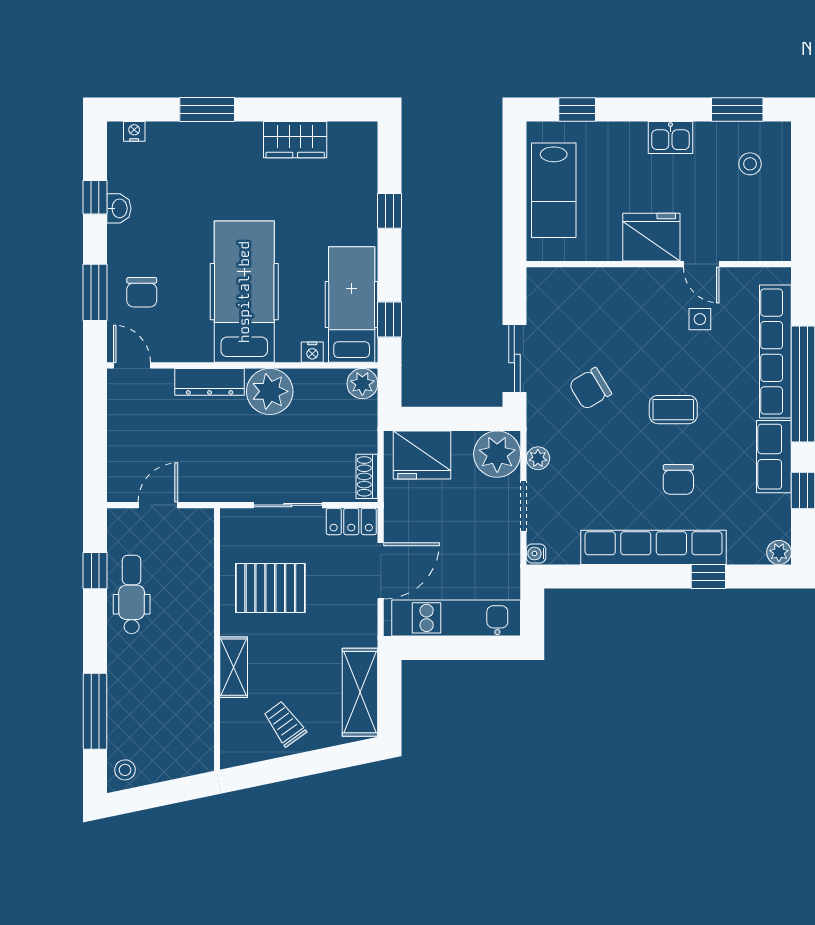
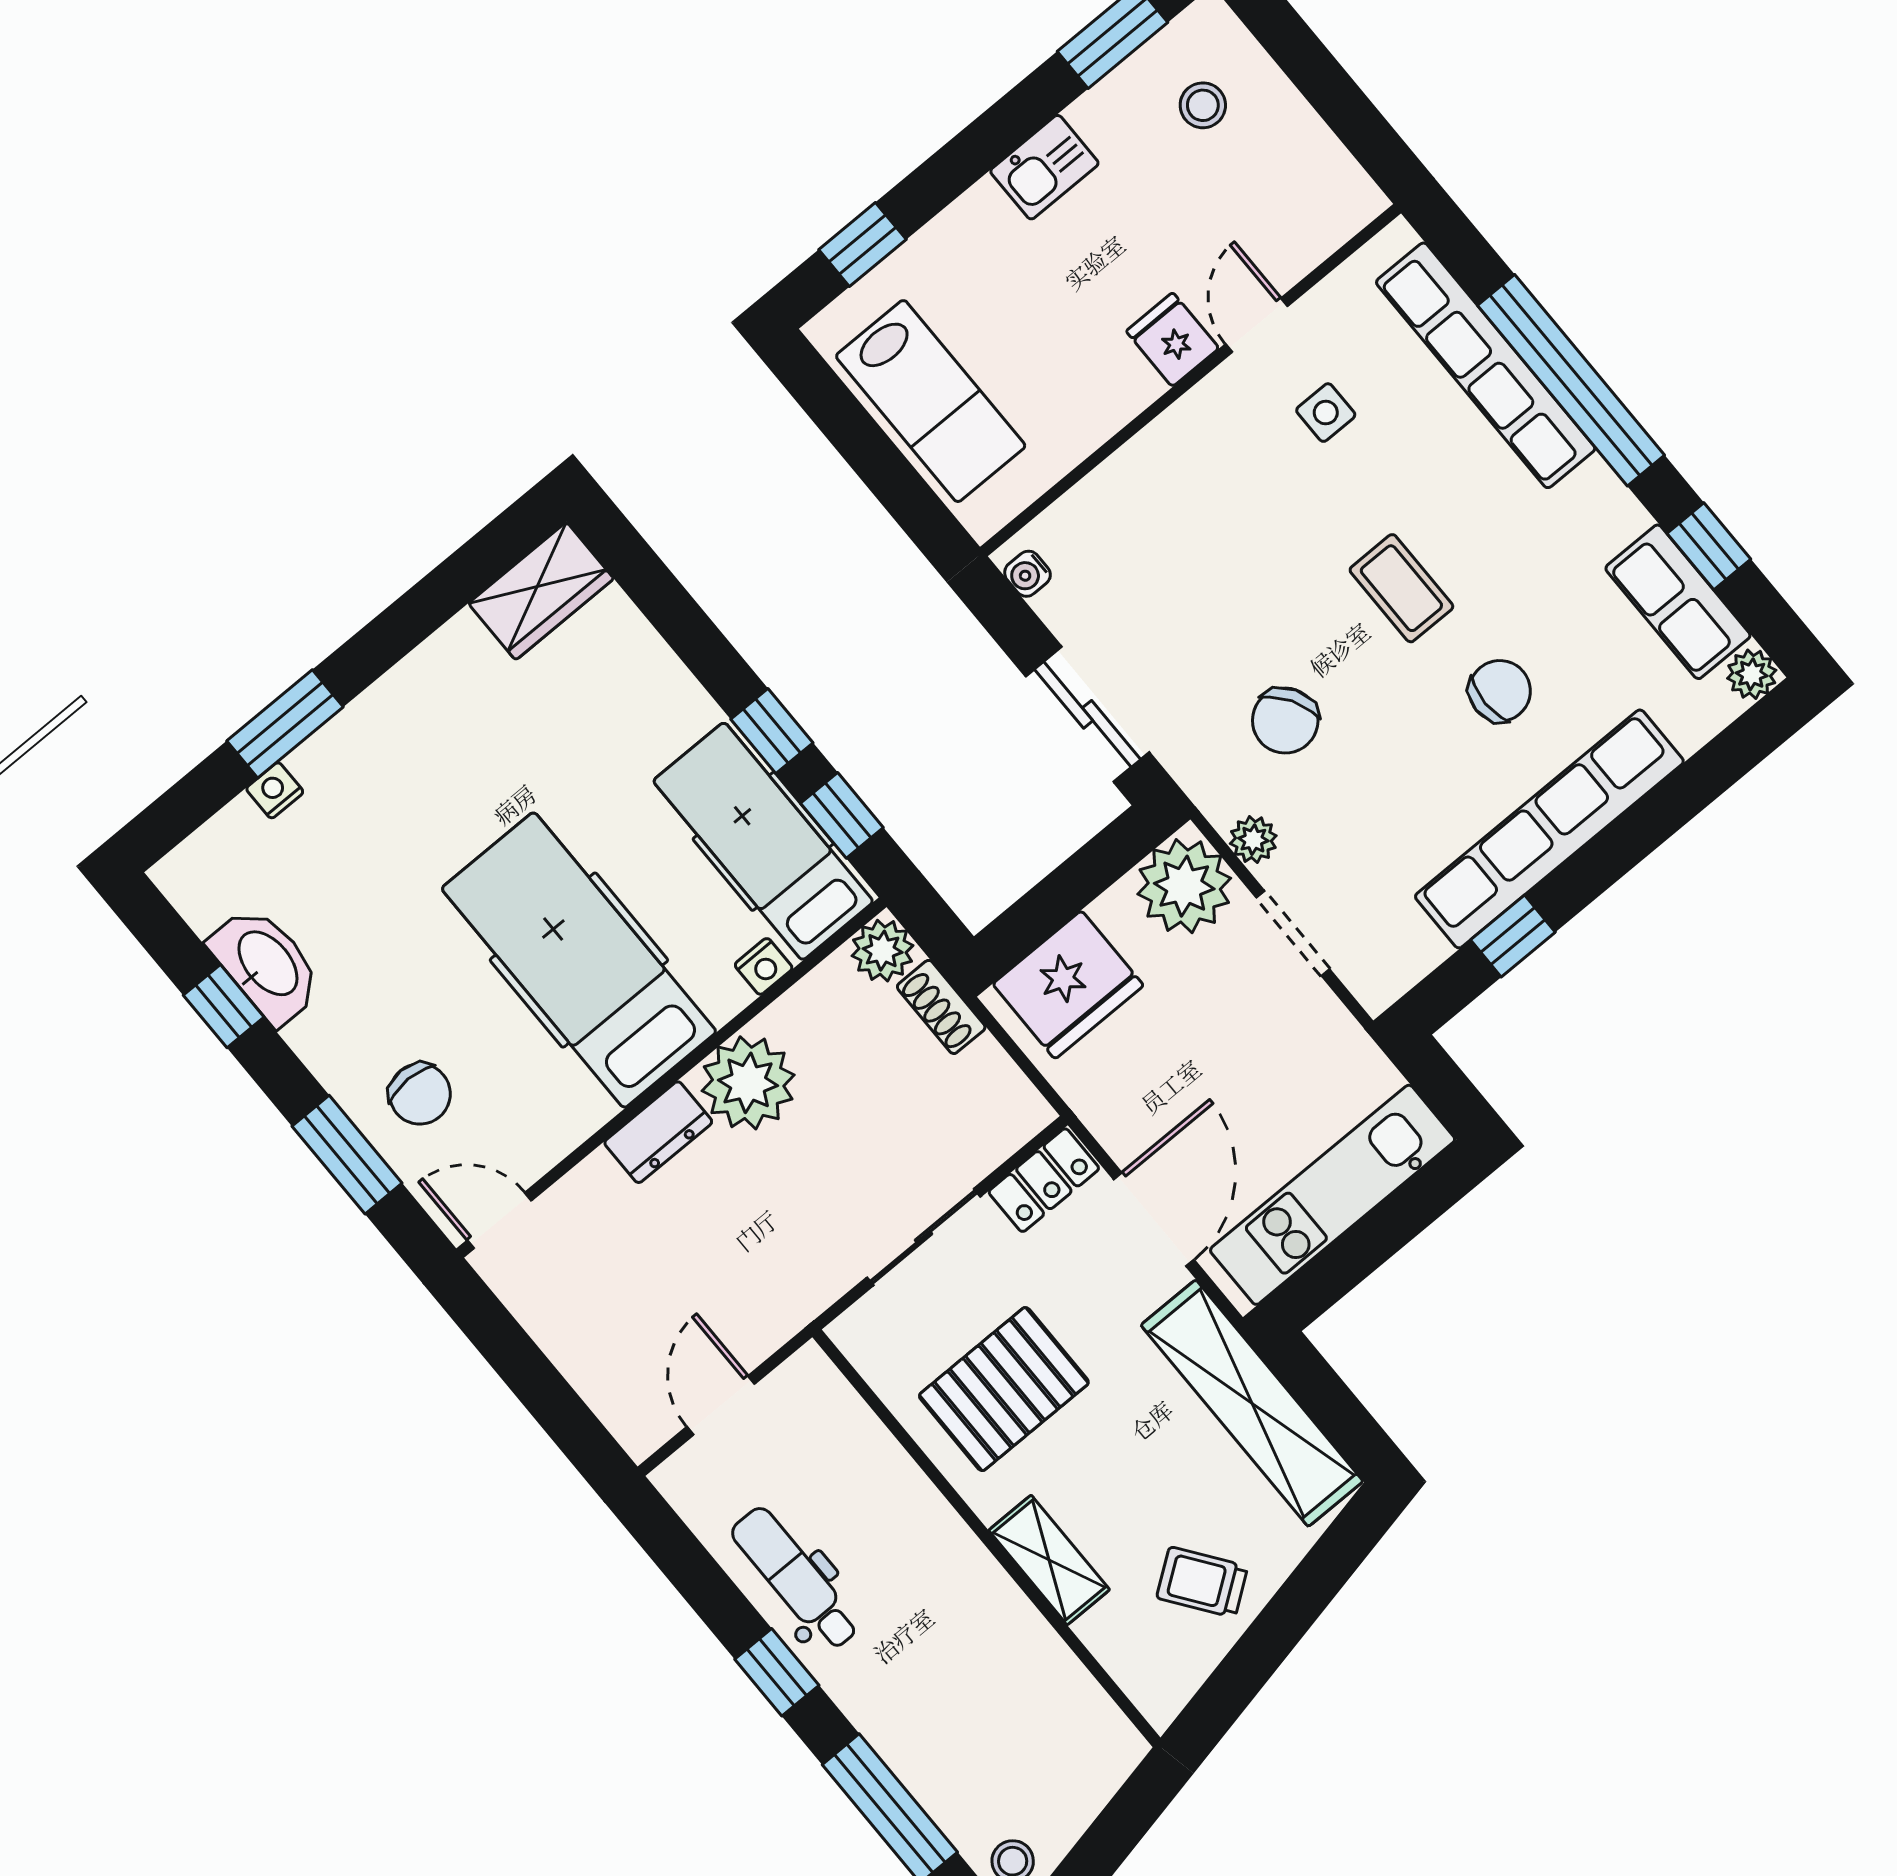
nightstand: (134, 131) -> (275, 790), moved
wardrobe: (295, 140) -> (541, 591), moved
washbasin: (119, 208) -> (266, 965), width x1.91, depth x1.45
window: (390, 211) -> (772, 731), moved
fridge: (651, 237) -> (1173, 340), width x0.53, depth x0.75
door: (701, 264) -> (1257, 325), swing flipped
dresser: (210, 382) -> (658, 1132), width x0.70
chair: (590, 389) -> (1285, 721), moved
coffee table: (673, 410) -> (1401, 588), turned 90
row of seats: (774, 457) -> (1678, 602), moved
shoe rack: (367, 476) -> (941, 1007), moved
chair: (678, 479) -> (1500, 691), turned -90
water cooler: (536, 554) -> (1027, 574), moved
window: (95, 571) -> (777, 1672), moved
window: (708, 577) -> (1513, 936), moved
shelving: (360, 692) -> (1252, 1403), width x1.47

